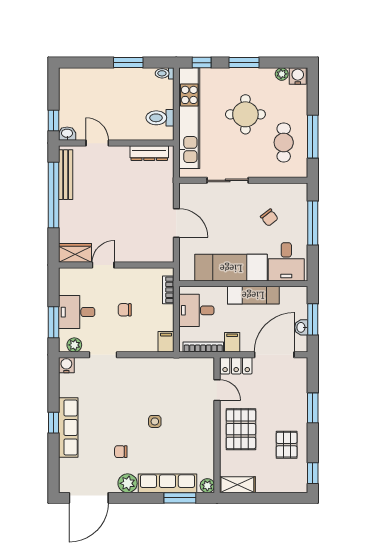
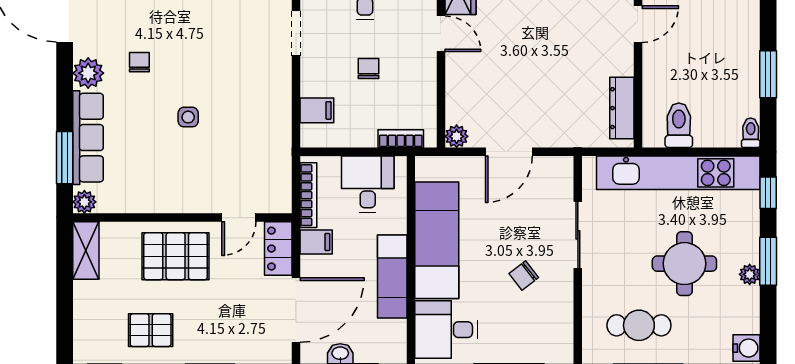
plant: (282, 74) -> (750, 274), moved
chair: (269, 218) -> (524, 276), moved
plant: (167, 255) -> (457, 136), added
filing cabinet: (166, 342) -> (317, 110), moved
door: (274, 355) -> (296, 310), hinge flipped

